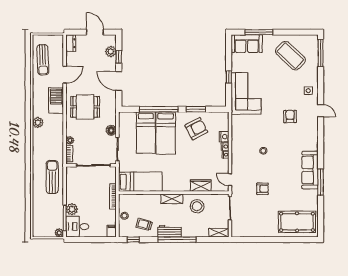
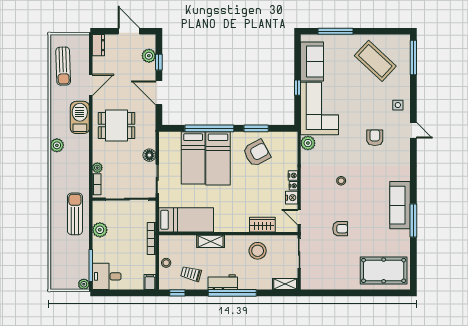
sofa: (247, 44) -> (312, 62), moved, turned -90
plant: (237, 121) -> (308, 143), added
nightstand: (224, 137) -> (292, 198), moved
shelving: (172, 199) -> (211, 241), moved
plant: (72, 209) -> (100, 230), moved

